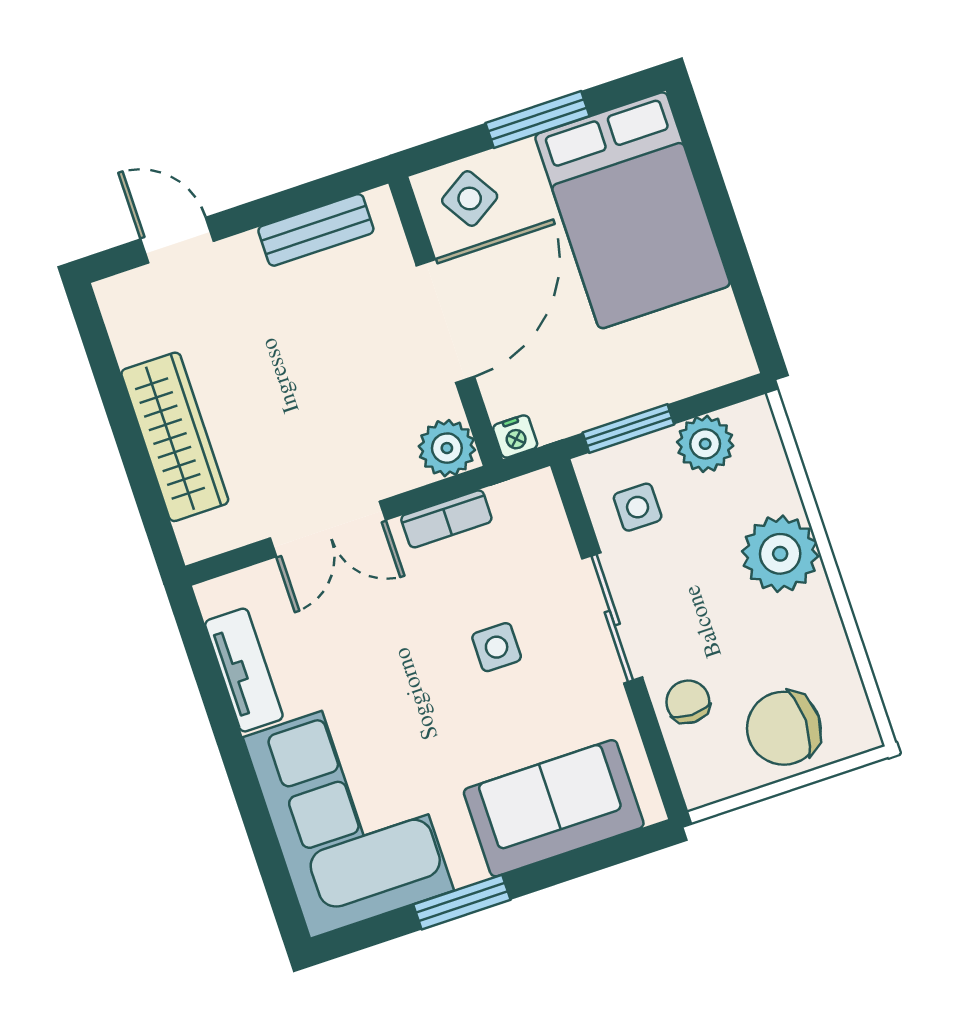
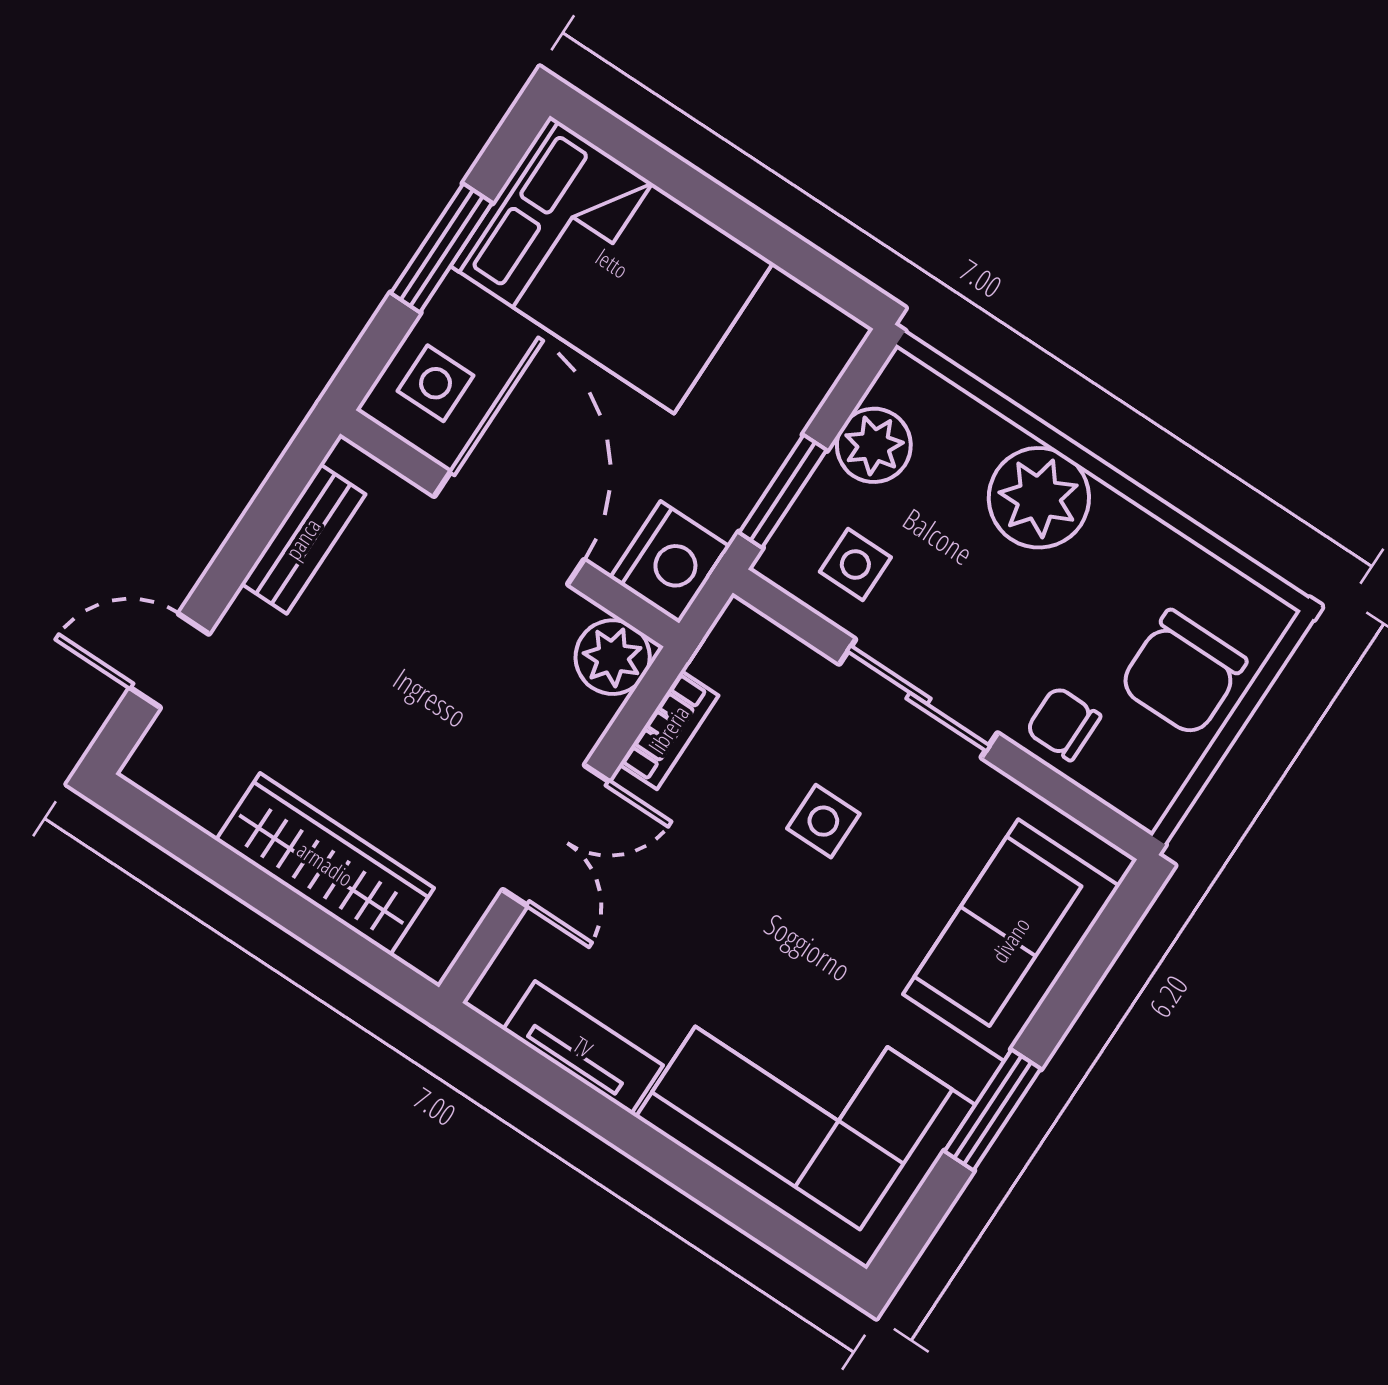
side table: (470, 198) -> (436, 383), turned 32
nightstand: (515, 436) -> (670, 562), width x1.89, depth x1.79

